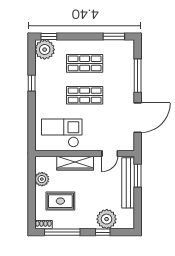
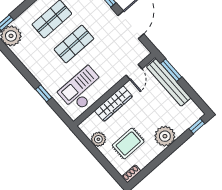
window: (32, 83) -> (44, 93), moved
plant: (107, 219) -> (165, 136), moved
window: (62, 232) -> (151, 167), removed
window: (103, 232) -> (197, 126), moved

